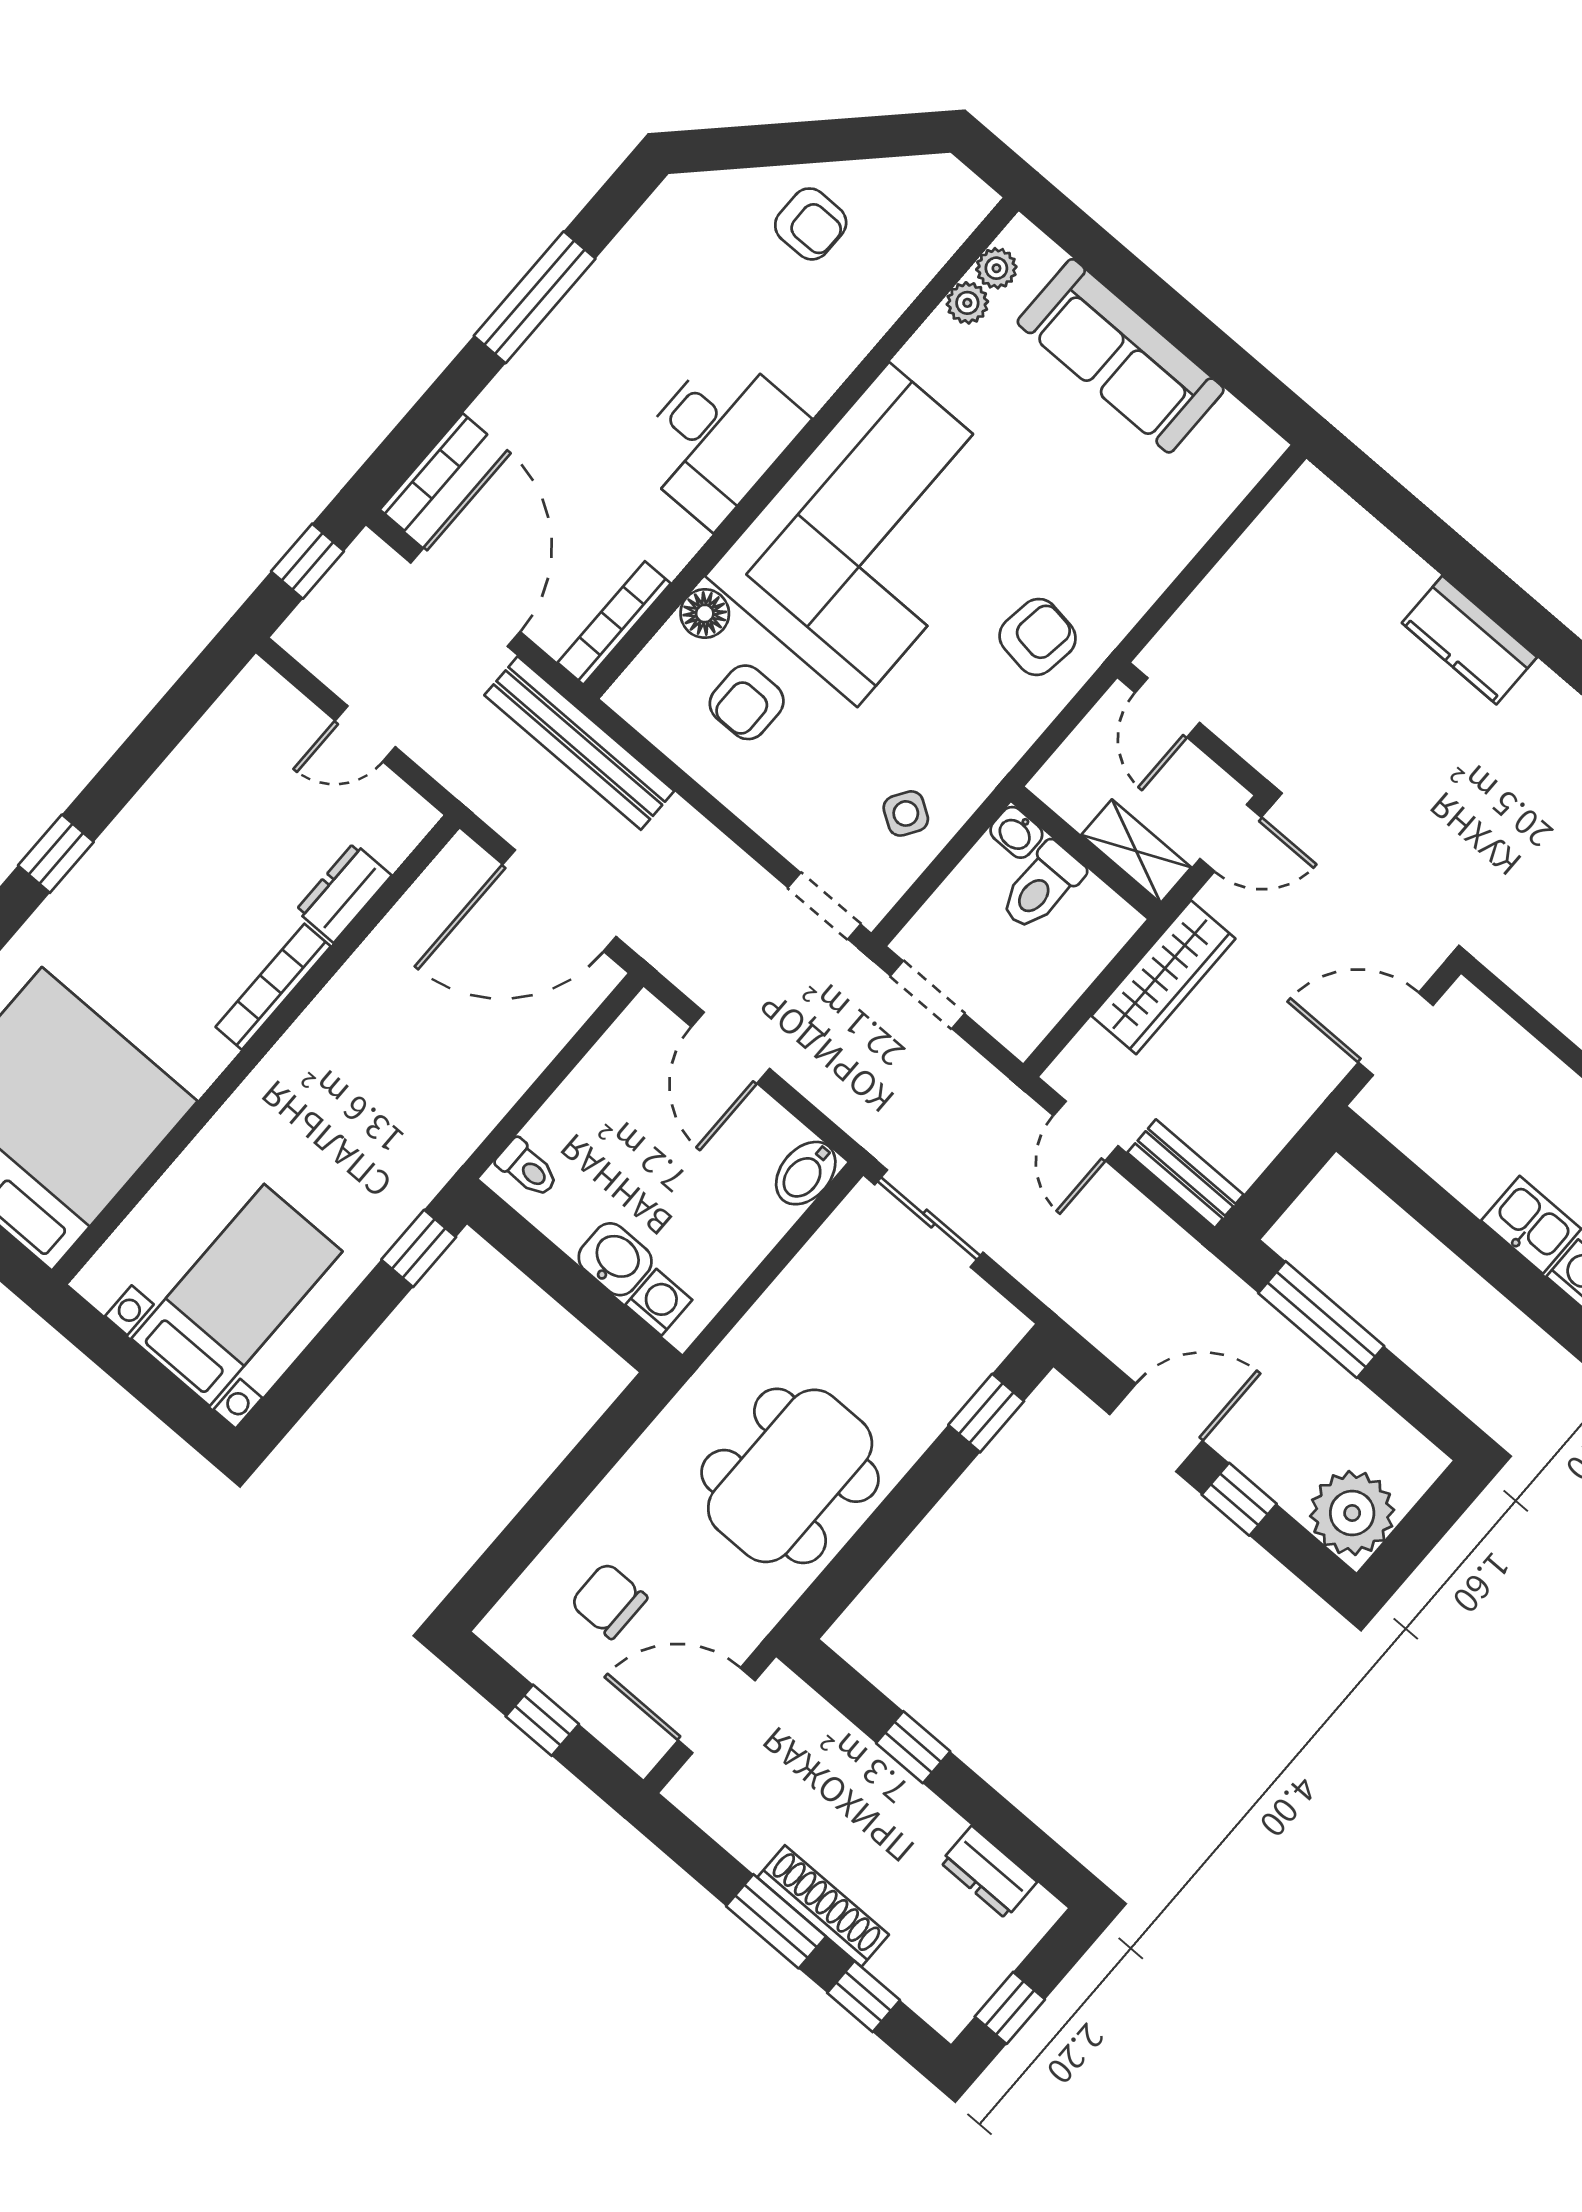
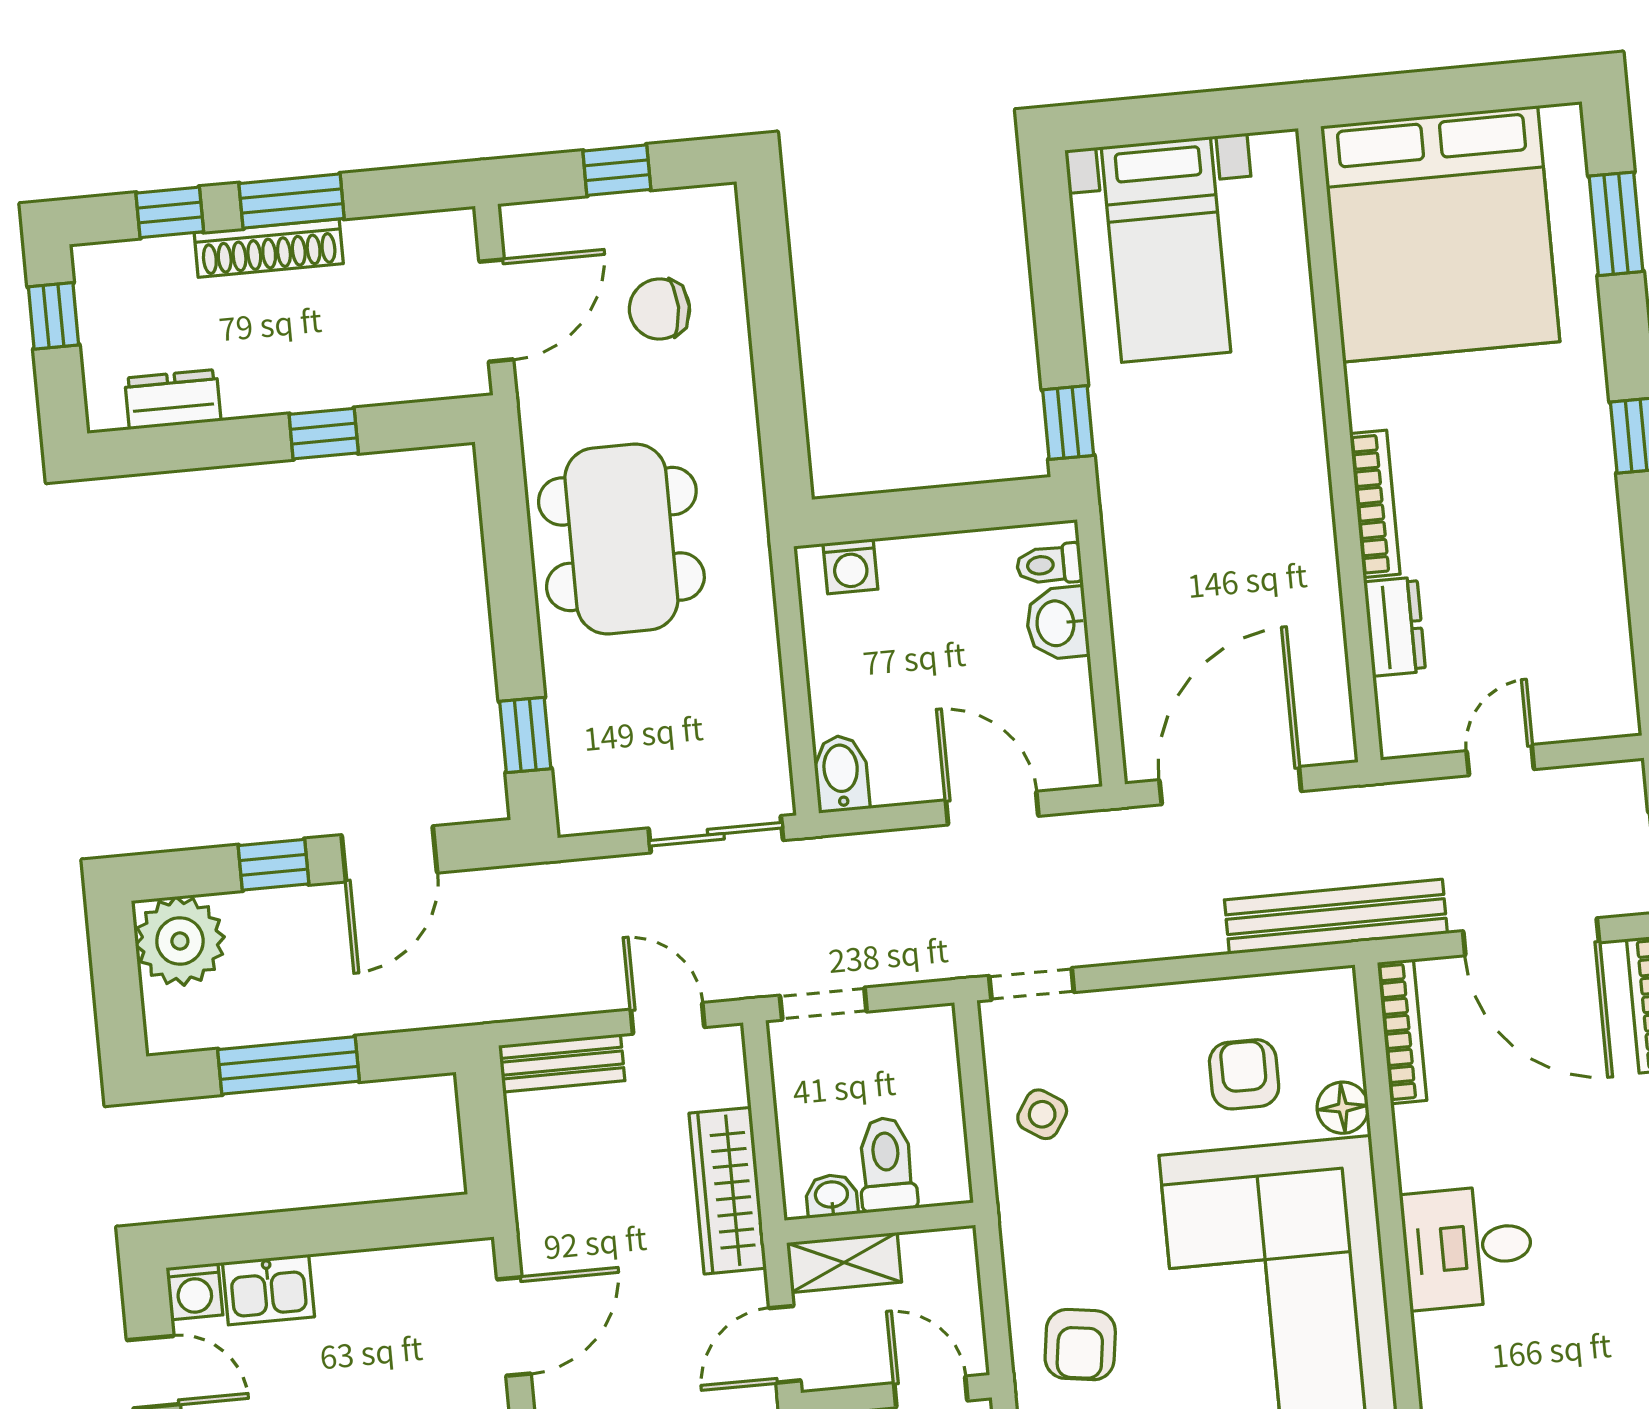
desk: (718, 437) -> (1468, 1247), width x0.73
washbasin: (1016, 832) -> (832, 1196), moved
doorway: (927, 995) -> (823, 1004), moved
washbasin: (615, 1259) -> (1057, 623), moved, turned 90
window: (1321, 1320) -> (289, 1065), moved
chair: (609, 1600) -> (659, 309), turned 180

